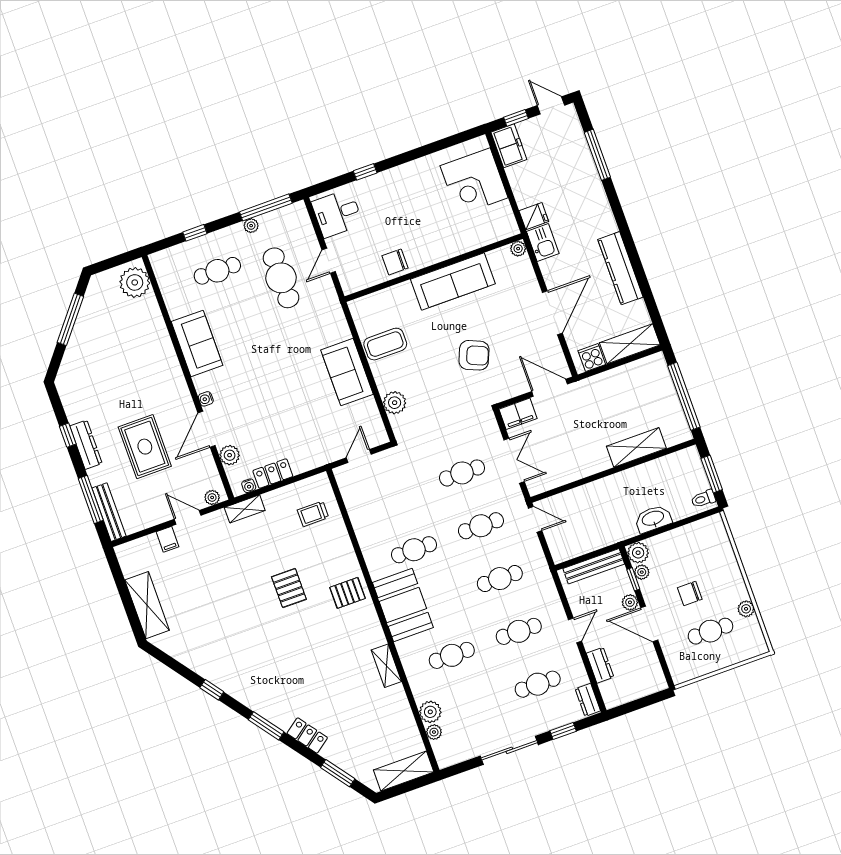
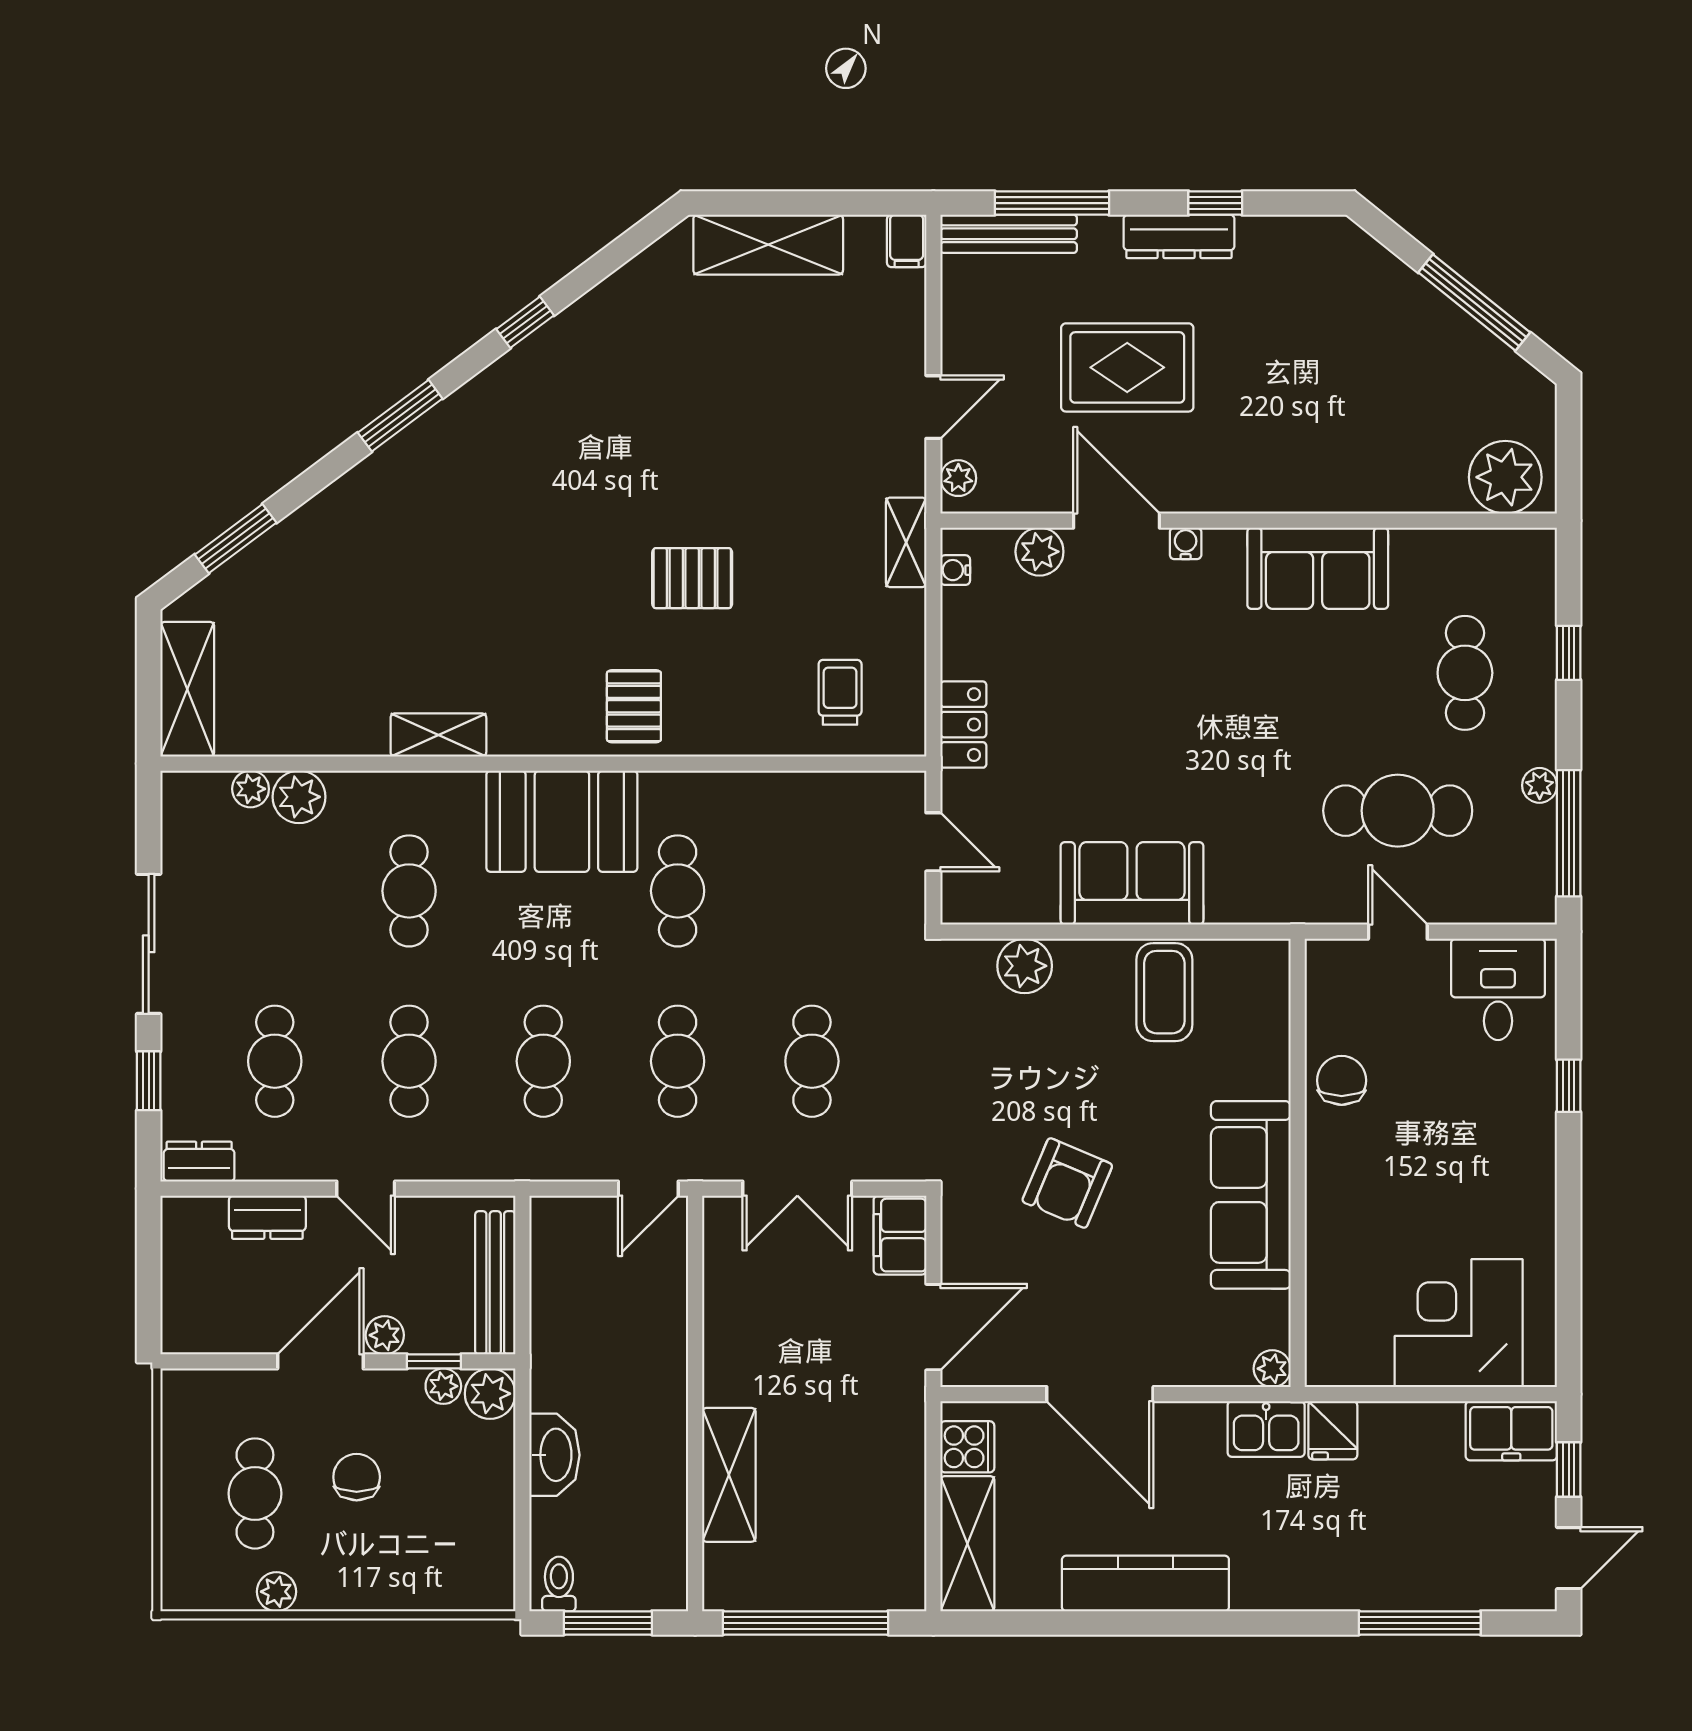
locker: (273, 473) -> (963, 725), moved
filing cabinet: (167, 539) -> (907, 241), moved, turned -90
locker: (307, 735) -> (345, 500), removed

